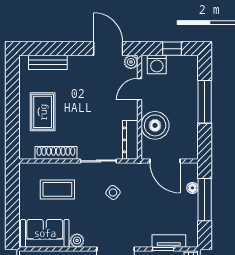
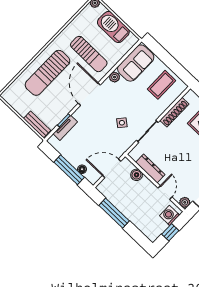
window: (205, 102) -> (114, 213), moved
boiler: (155, 125) -> (137, 175), width x0.54, depth x0.54
dresser: (130, 140) -> (150, 168), moved
coffee table: (57, 189) -> (162, 85), moved

